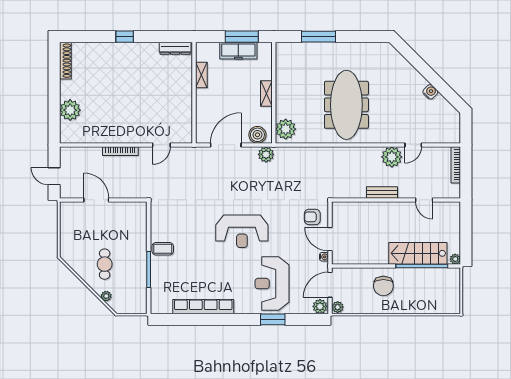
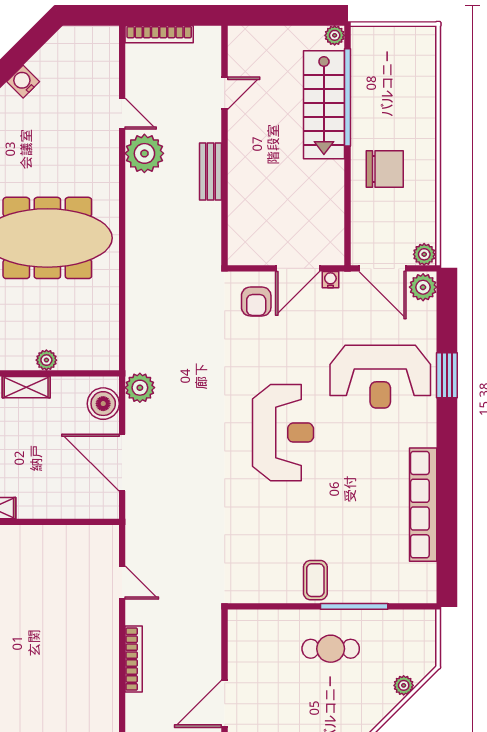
plant: (286, 129) -> (46, 360), moved, width x0.53, depth x0.53
cafe table: (105, 264) -> (331, 649), moved

